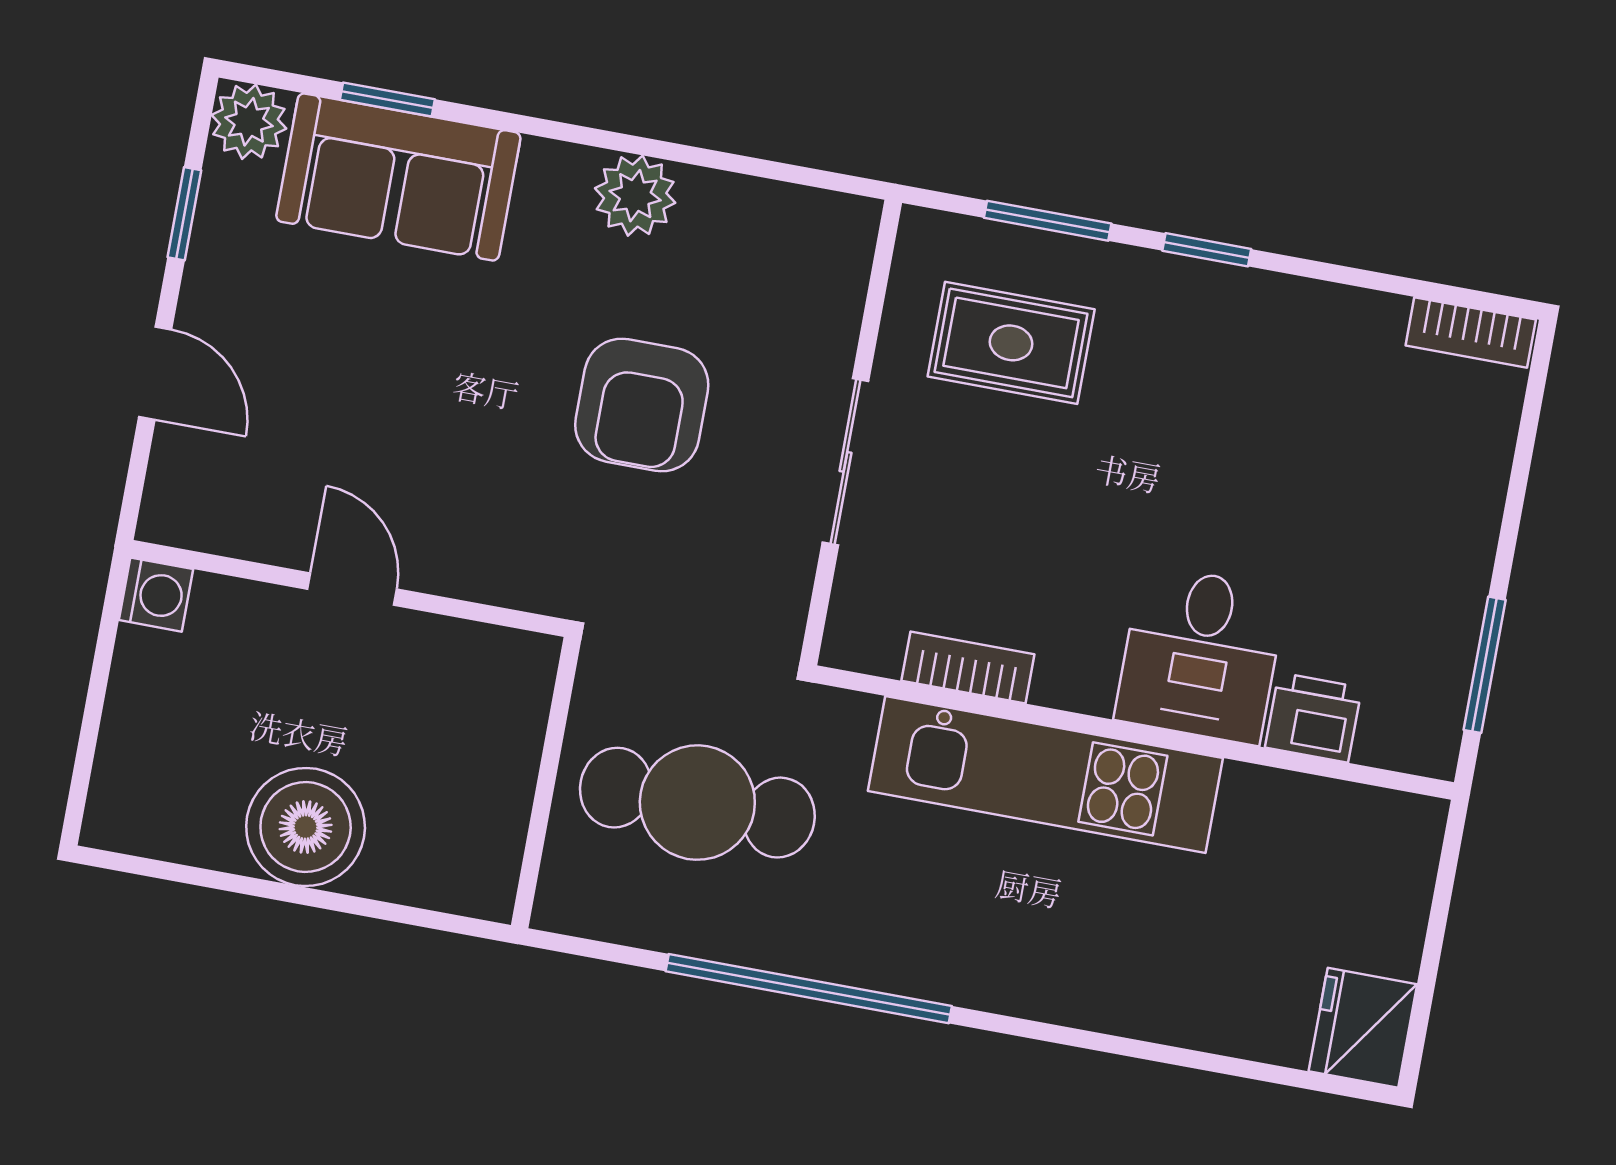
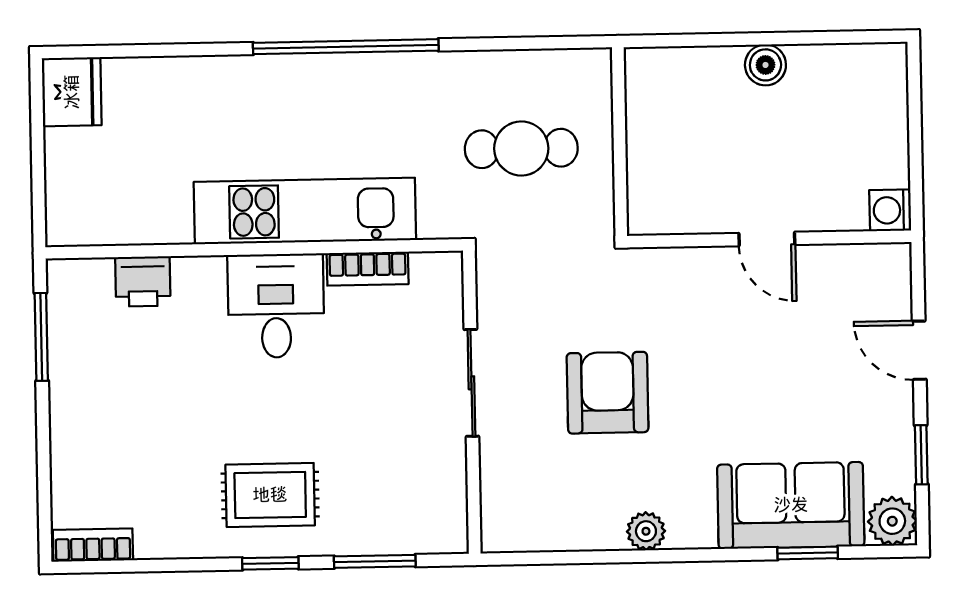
plant: (635, 196) -> (646, 531), width x0.73, depth x0.73
rug: (1011, 343) -> (270, 495), moved
desk: (1201, 654) -> (276, 306), moved
cafe table: (697, 803) -> (521, 148), width x0.73, depth x0.74
boiler: (306, 827) -> (765, 65), width x0.54, depth x0.54
window: (809, 989) -> (346, 47), moved

